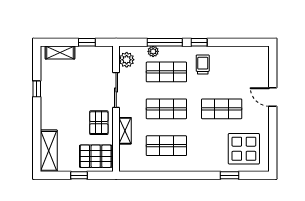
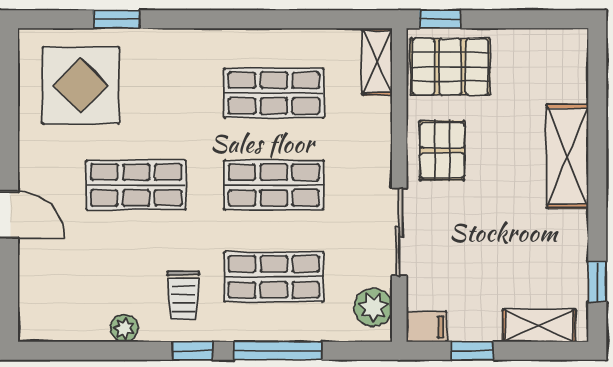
plant: (153, 51) -> (124, 328), moved
filing cabinet: (105, 52) -> (427, 327), added
window: (37, 89) -> (597, 282), moved
shelving: (125, 131) -> (377, 62), moved
shelving: (49, 151) -> (567, 156), moved
window: (79, 175) -> (440, 19), moved

